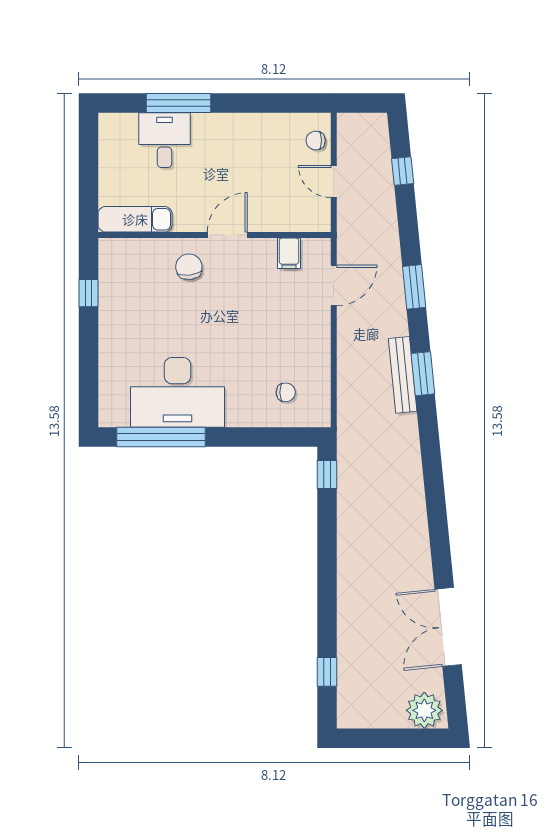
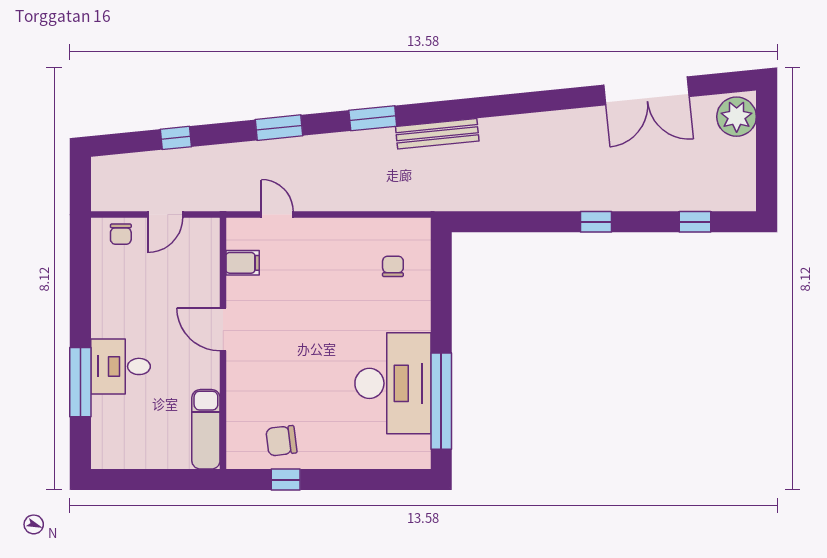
desk: (164, 140) -> (120, 366), moved
window: (403, 171) -> (176, 138), moved
chair: (189, 267) -> (281, 441), moved
door: (334, 285) -> (277, 215), width x0.73
bench: (403, 375) -> (437, 134), moved
window: (327, 474) -> (596, 222), moved

